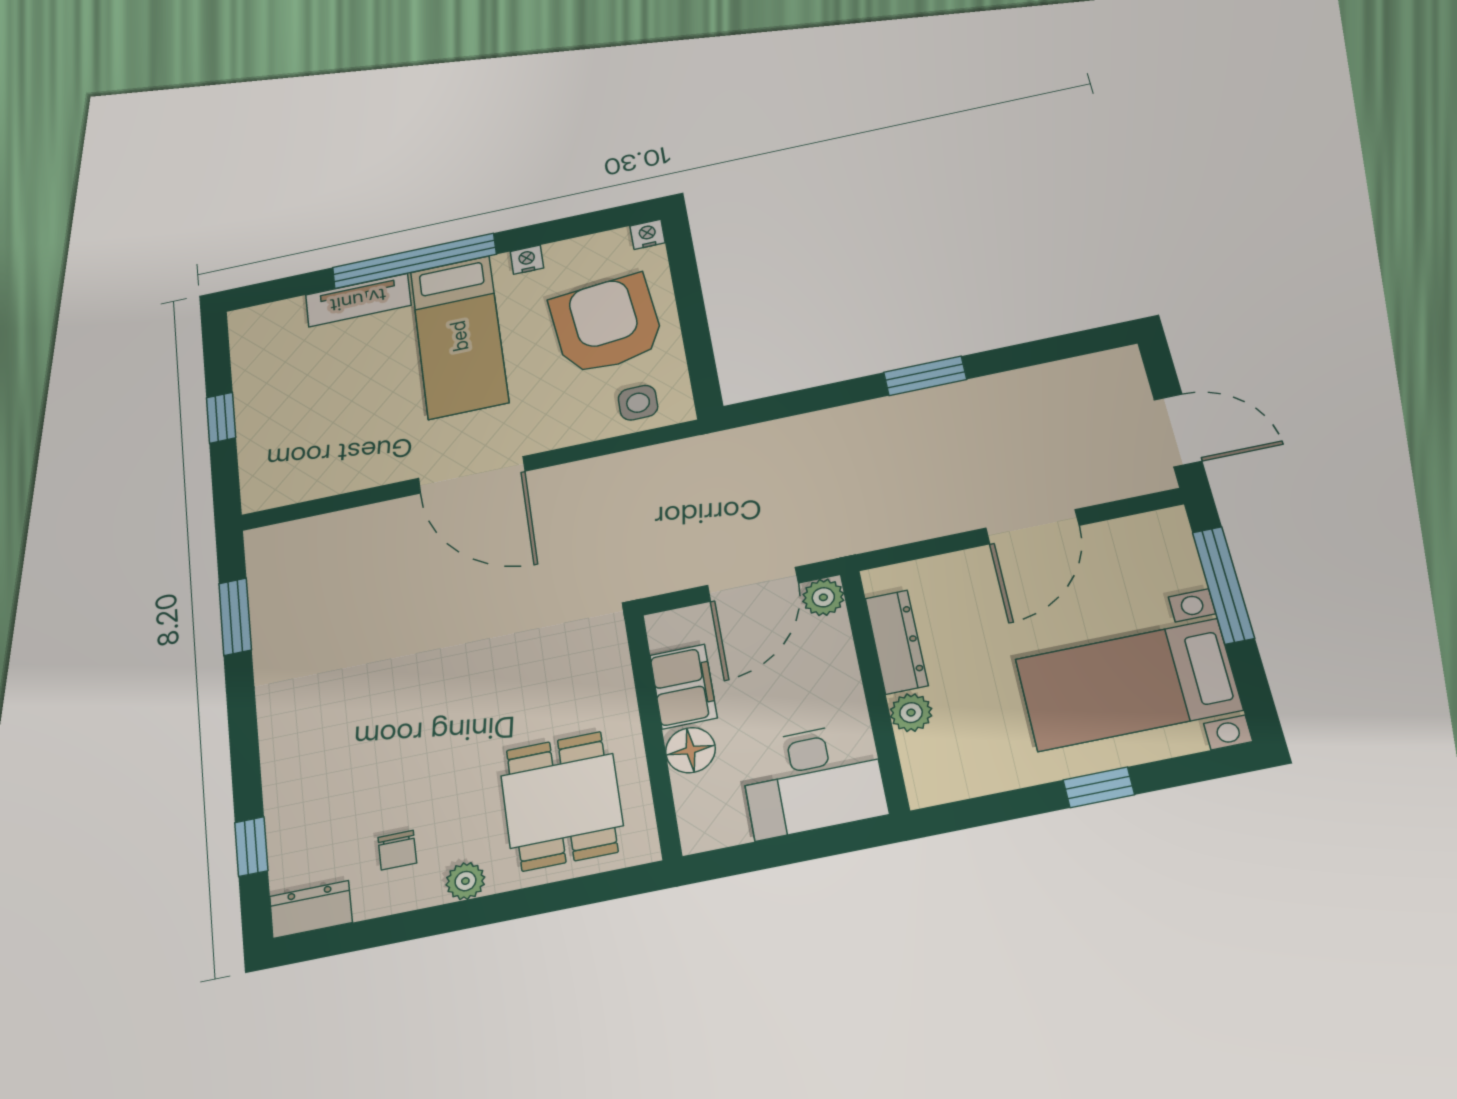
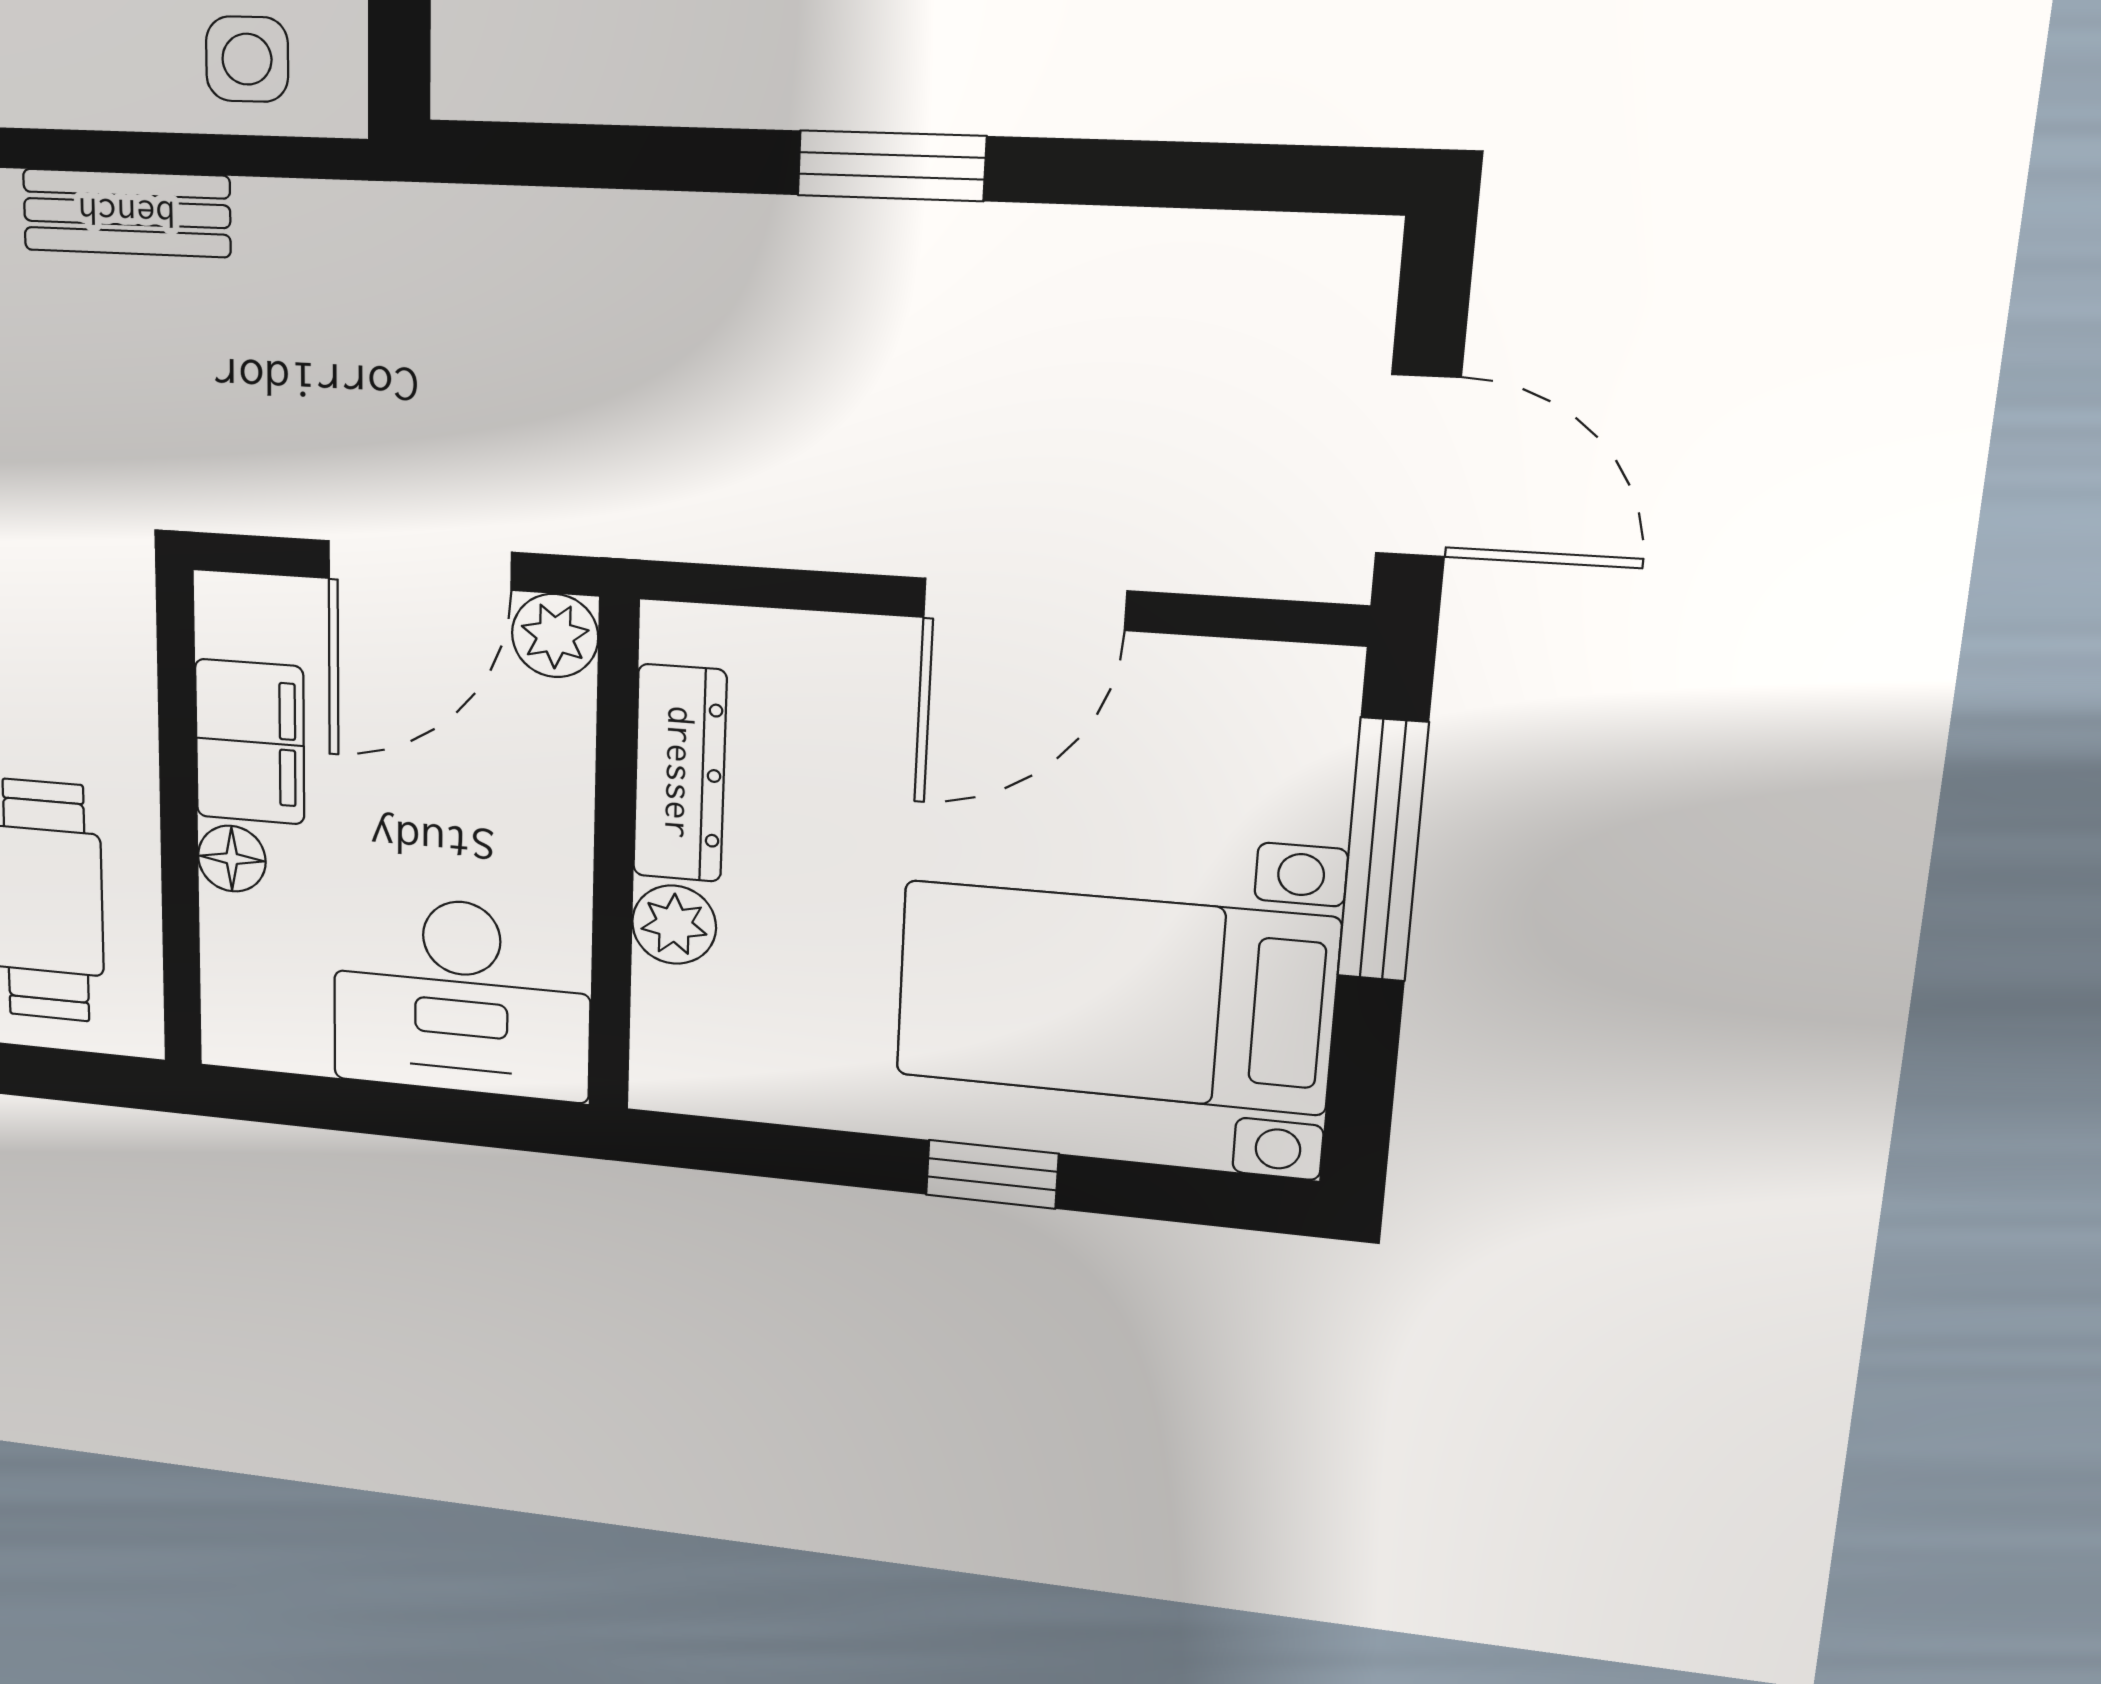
bench: (591, 474) -> (126, 213), added
floor lamp: (690, 750) -> (232, 859), width x0.73, depth x0.73

